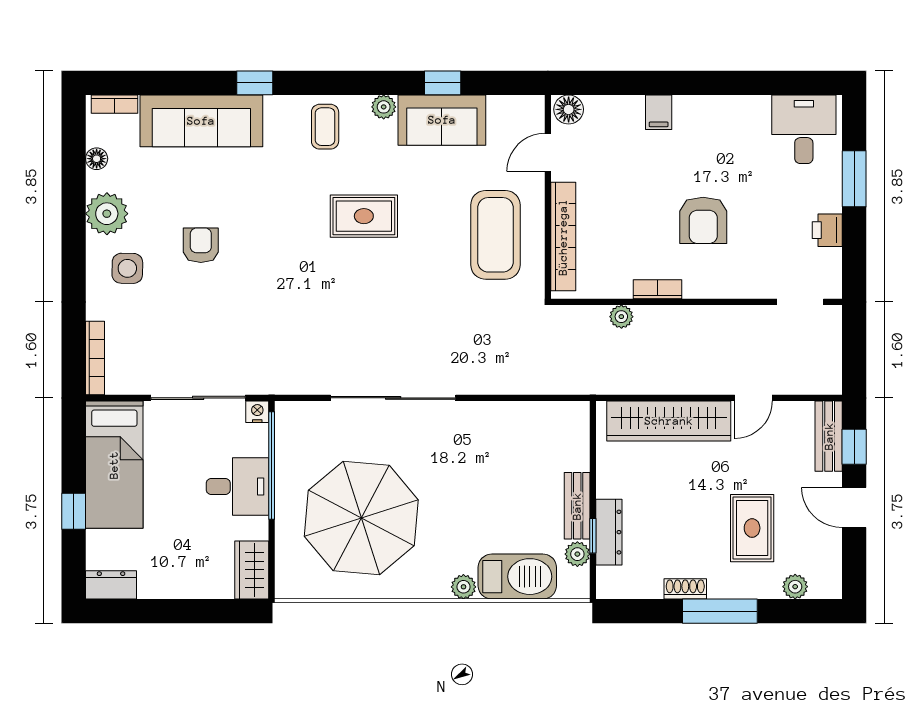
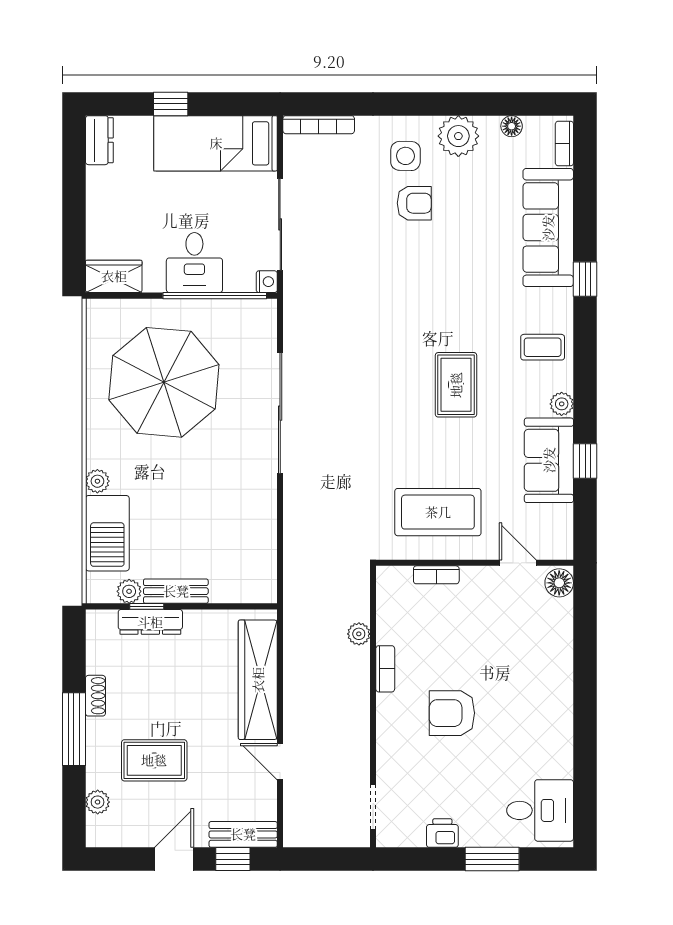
filing cabinet: (659, 112) -> (557, 670), removed
bookcase: (563, 237) -> (436, 575), width x0.43, depth x0.76
armchair: (201, 245) -> (414, 203), moved

